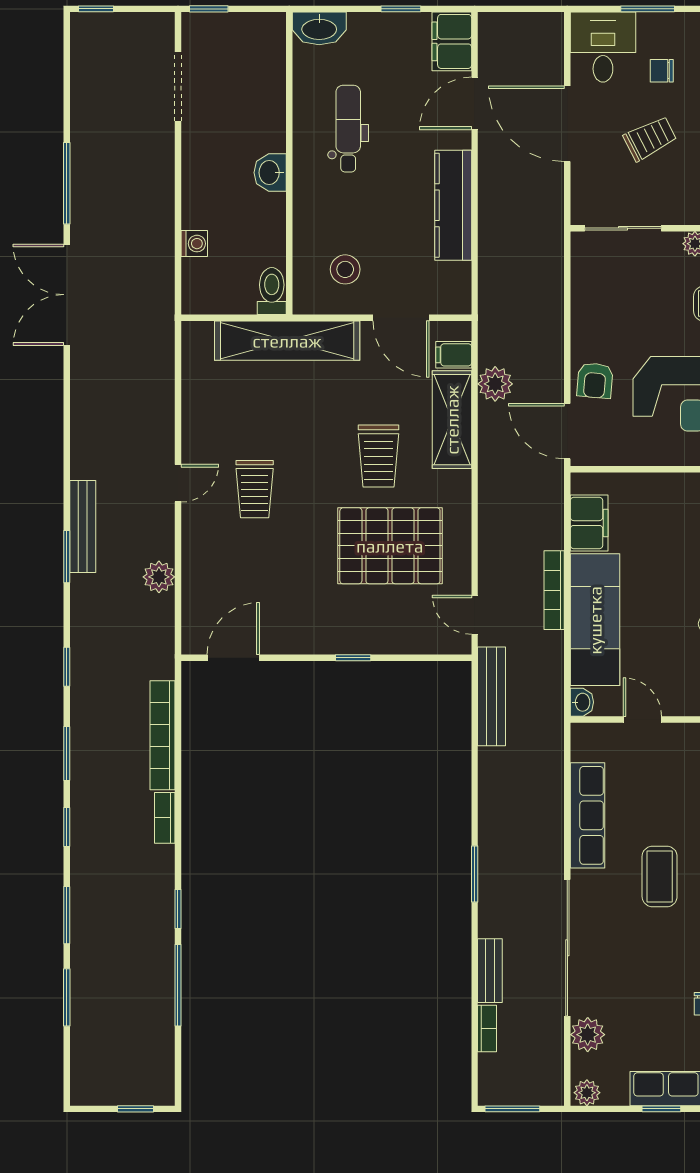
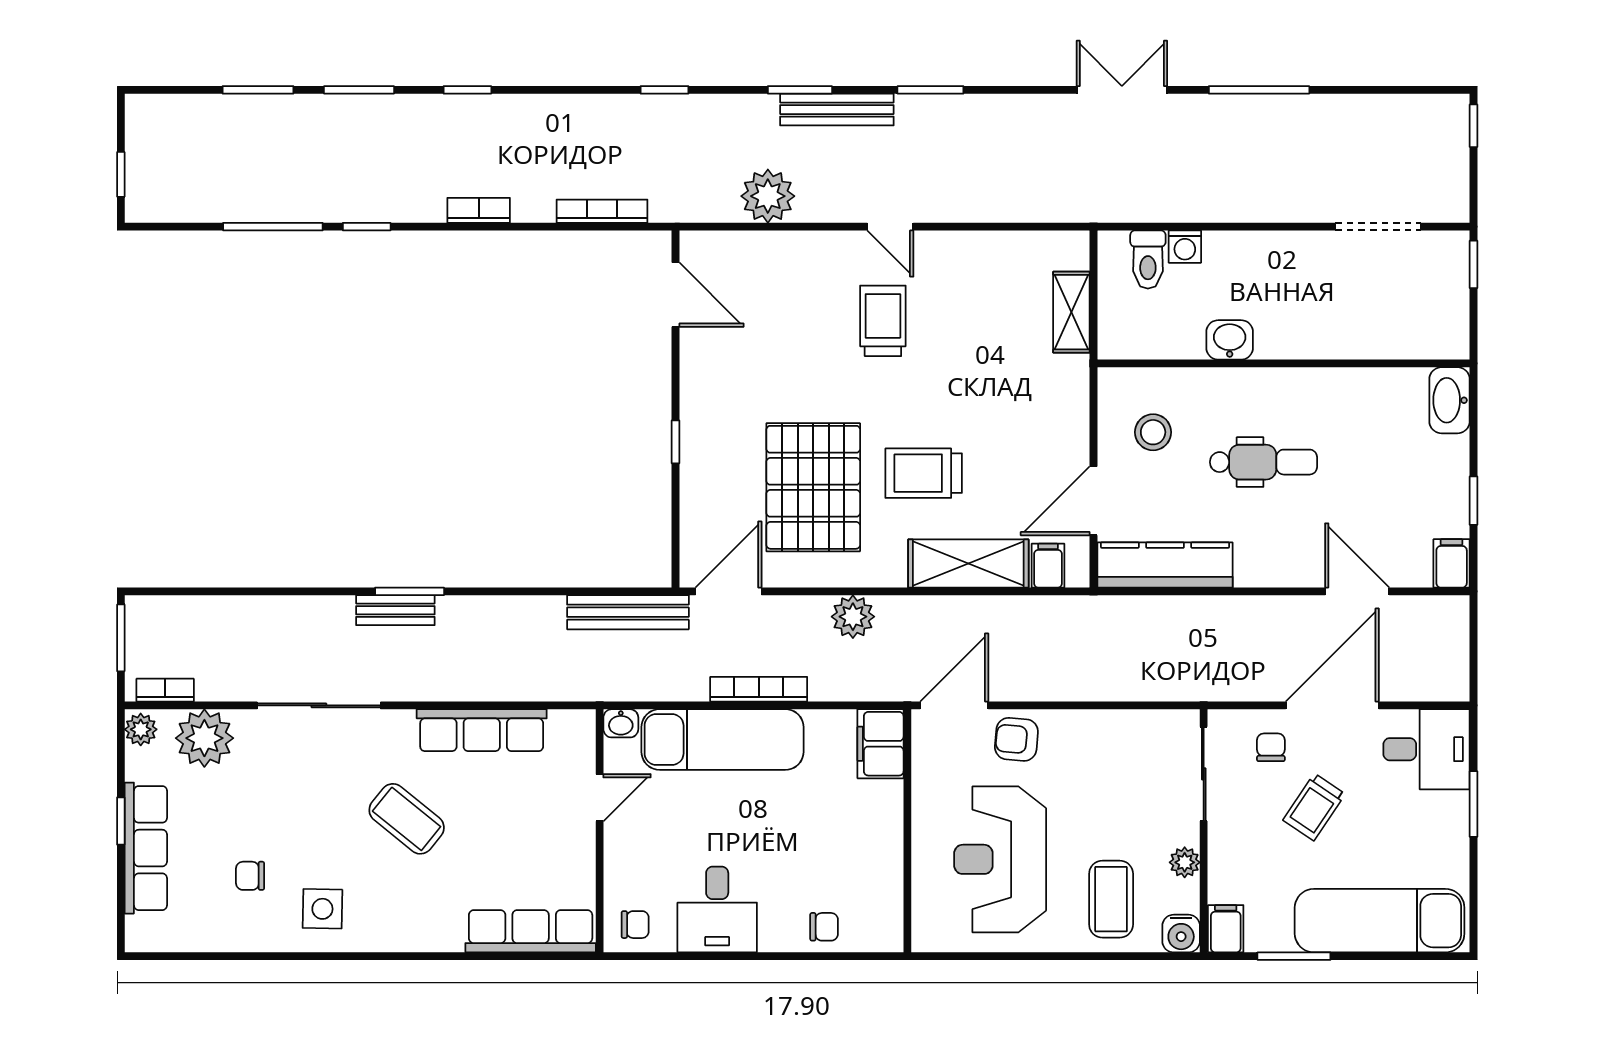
filing cabinet: (452, 41) -> (1452, 563), width x0.50
chair: (662, 71) -> (1271, 747), moved
dental chair: (348, 129) -> (1263, 462), moved
trolley: (650, 138) -> (1314, 807), turned 61
washbasin: (270, 173) -> (1230, 340), moved
kitchen counter: (453, 205) -> (1165, 565), moved
toilet: (272, 291) -> (1148, 260), moved, turned 90
double door: (67, 295) -> (1122, 90), width x0.73
shelving: (287, 341) -> (1071, 312), width x0.45, depth x0.75
plant: (495, 384) -> (853, 617), moved
trolley: (255, 489) -> (883, 321), turned 90
filing cabinet: (589, 523) -> (880, 744), moved, turned 90
plant: (159, 577) -> (768, 196), width x1.36, depth x1.36
door: (475, 615) -> (728, 591), width x1.38
bookcase: (162, 735) -> (602, 211), width x0.68, depth x0.76
window: (67, 753) -> (930, 90), moved
coffee table: (660, 876) -> (407, 819), turned 39
sliding door: (567, 948) -> (319, 705), width x0.73
bench: (490, 971) -> (395, 610), moved
bookcase: (487, 1028) -> (165, 690), moved, turned 180
plant: (588, 1035) -> (204, 738), width x1.36, depth x1.36

